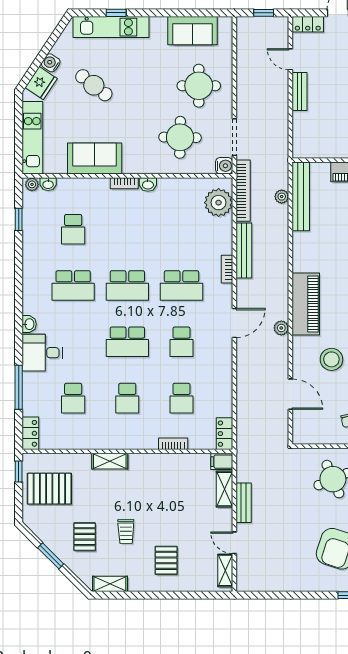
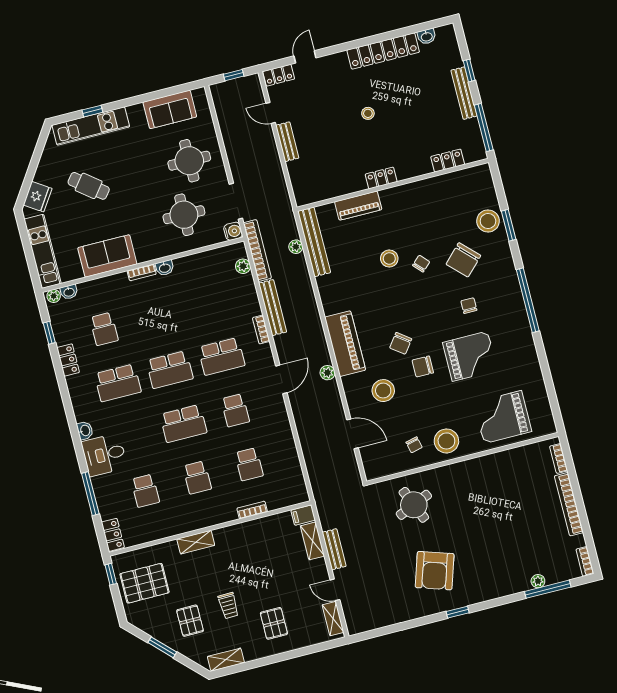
water cooler: (51, 63) -> (42, 175), removed
plant: (219, 203) -> (243, 266), width x0.53, depth x0.53
locker: (224, 434) -> (68, 360), moved, turned 180

